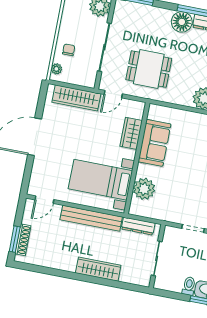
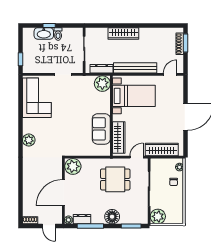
floor lamp: (182, 22) -> (112, 217), moved
wardrobe: (131, 133) -> (119, 138), width x1.50
plant: (144, 189) -> (102, 84), moved

